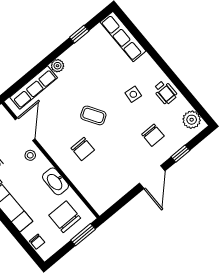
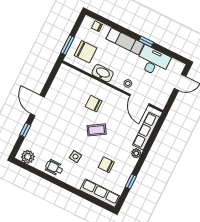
chair: (153, 135) -> (106, 165), moved

